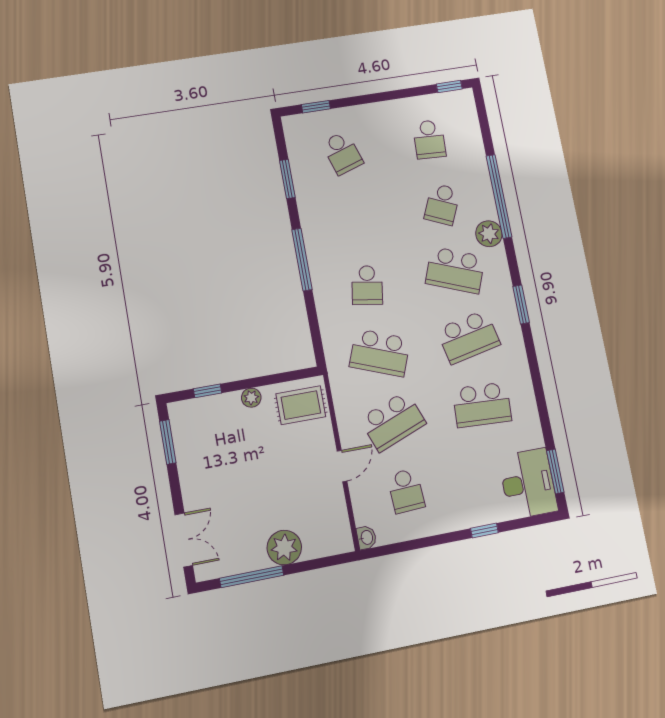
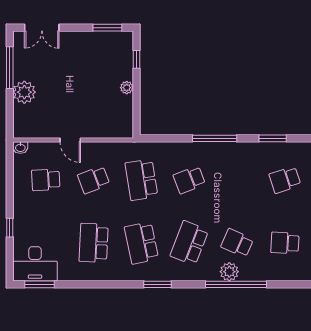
plant: (489, 234) -> (229, 272), moved
school desk: (367, 285) -> (189, 180), turned -30
school desk: (380, 353) -> (141, 180), turned -30
rug: (301, 405) -> (116, 120), removed
school desk: (393, 421) -> (94, 180), width x0.54

